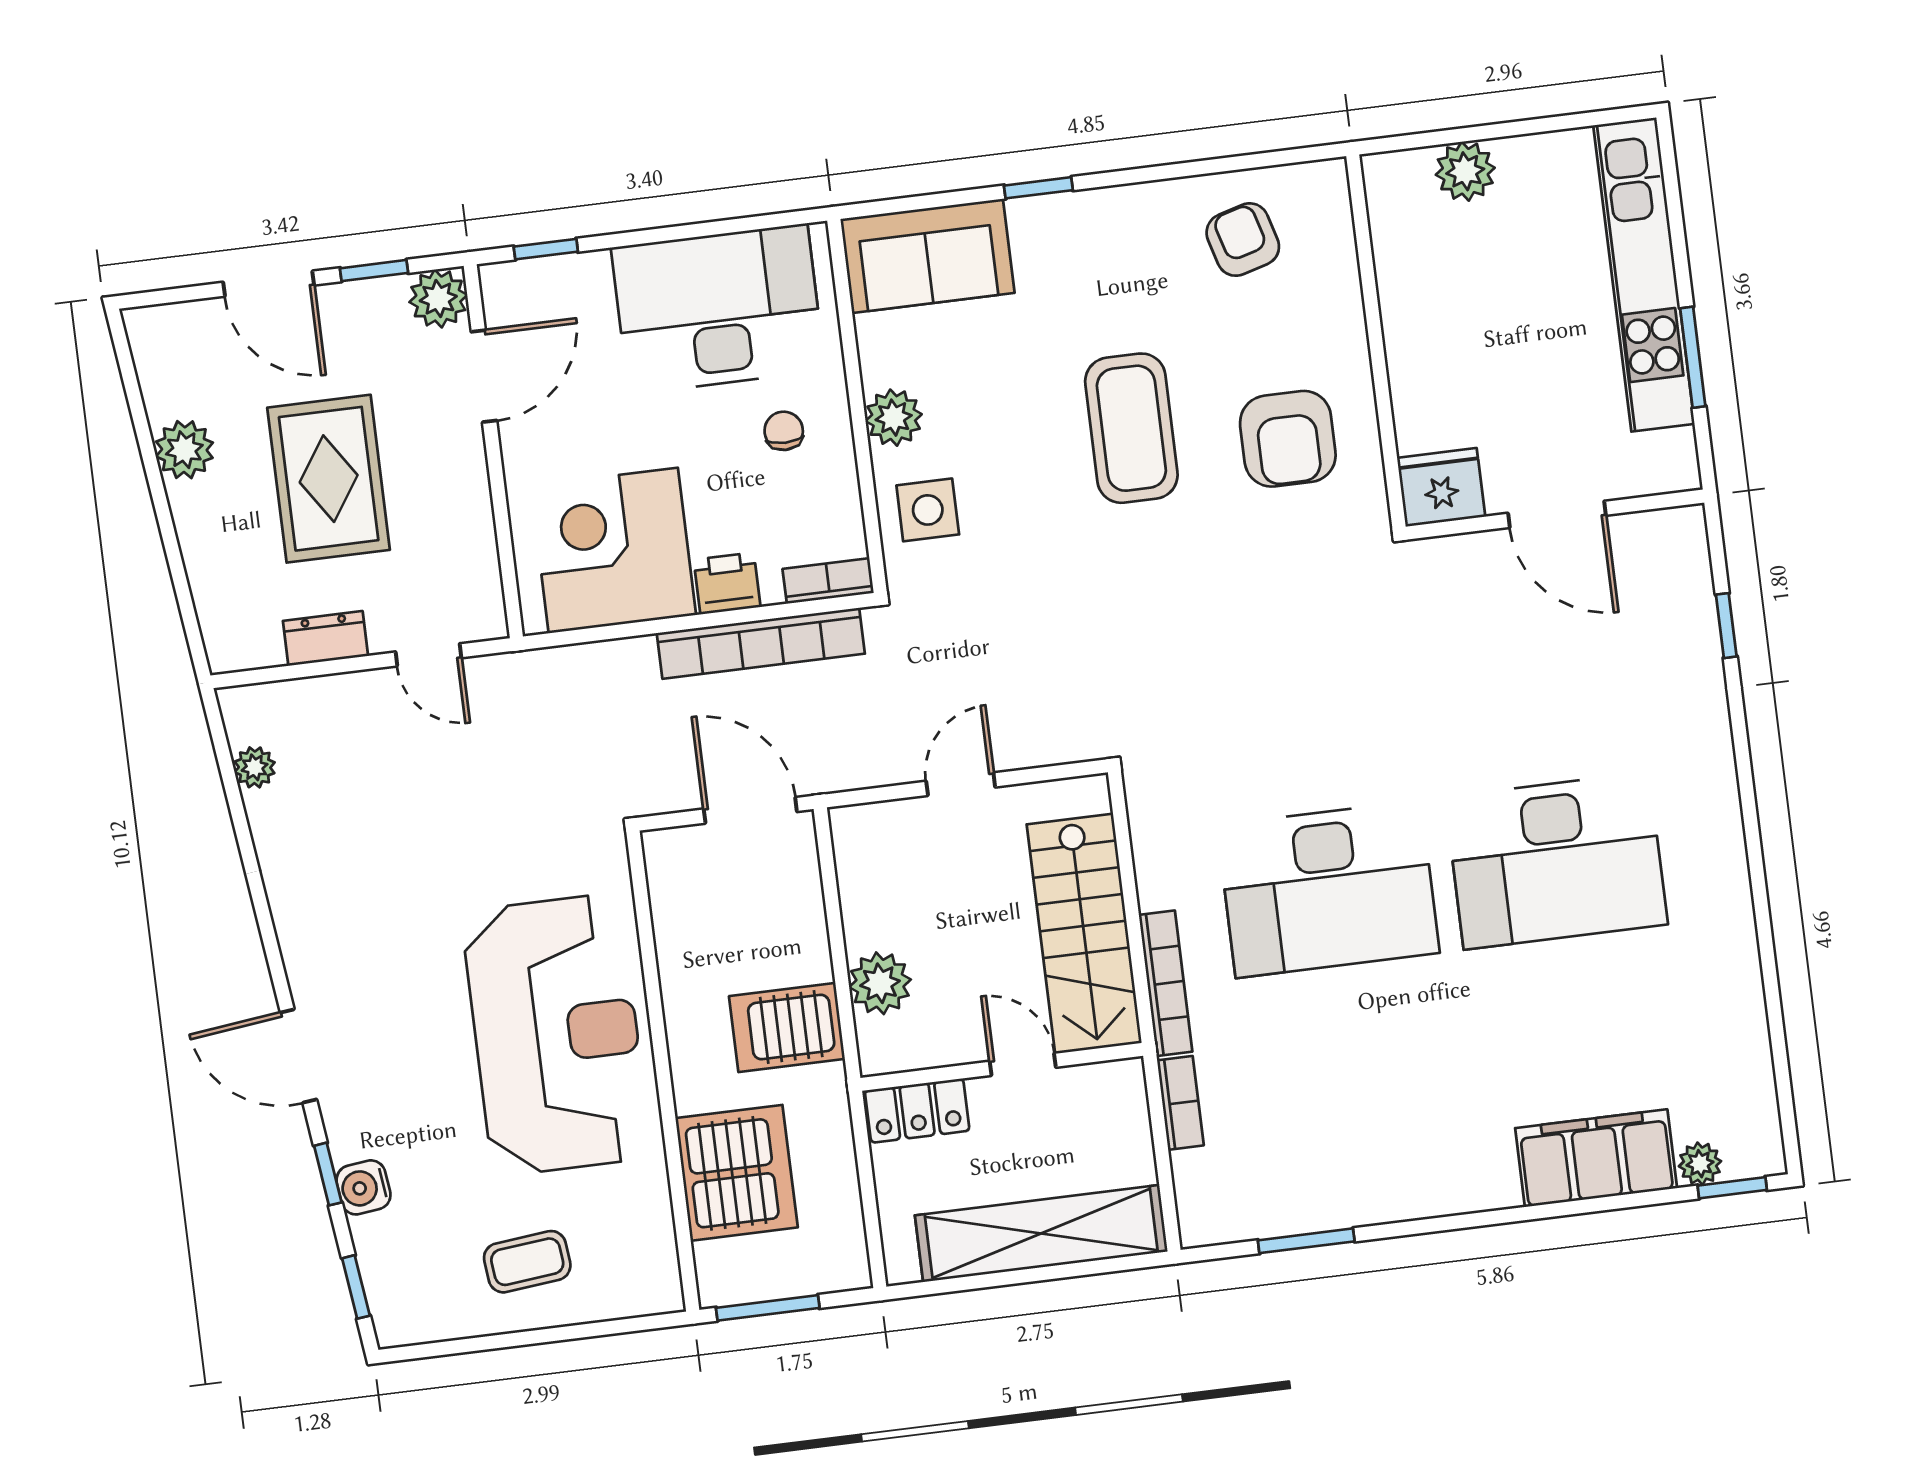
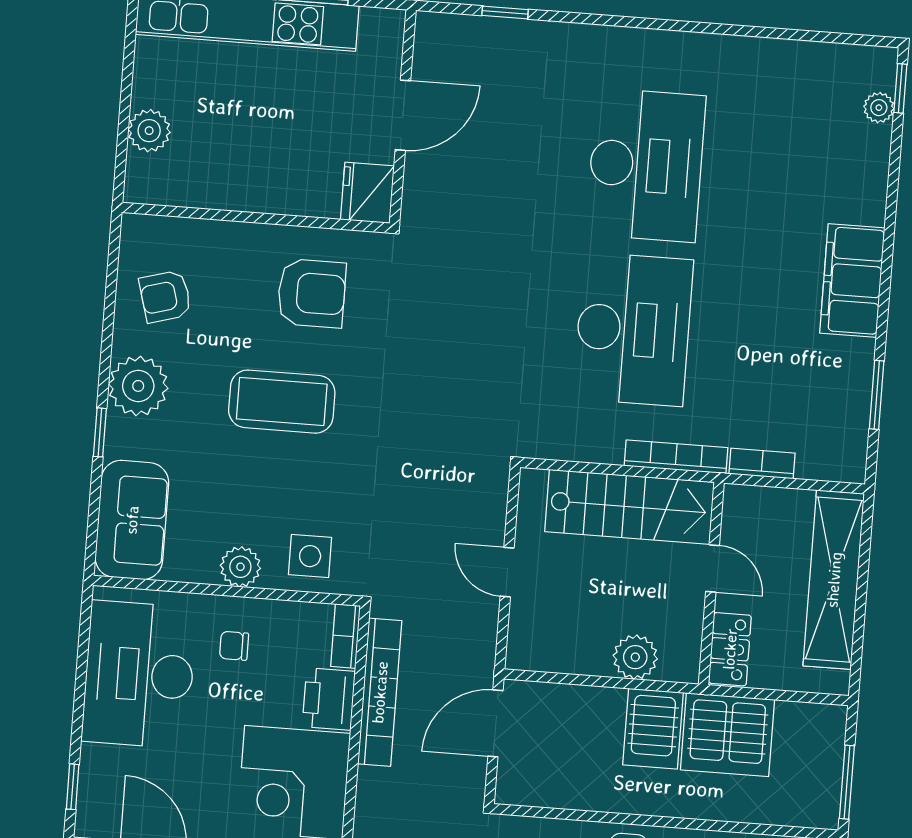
plant: (1113, 227) -> (138, 386), added
printer: (727, 583) -> (329, 699), width x1.36, depth x1.24
door: (1023, 1064) -> (712, 569), swing flipped
filing cabinet: (1596, 1158) -> (852, 280), moved
server rack: (736, 1173) -> (728, 735), moved, turned 180

